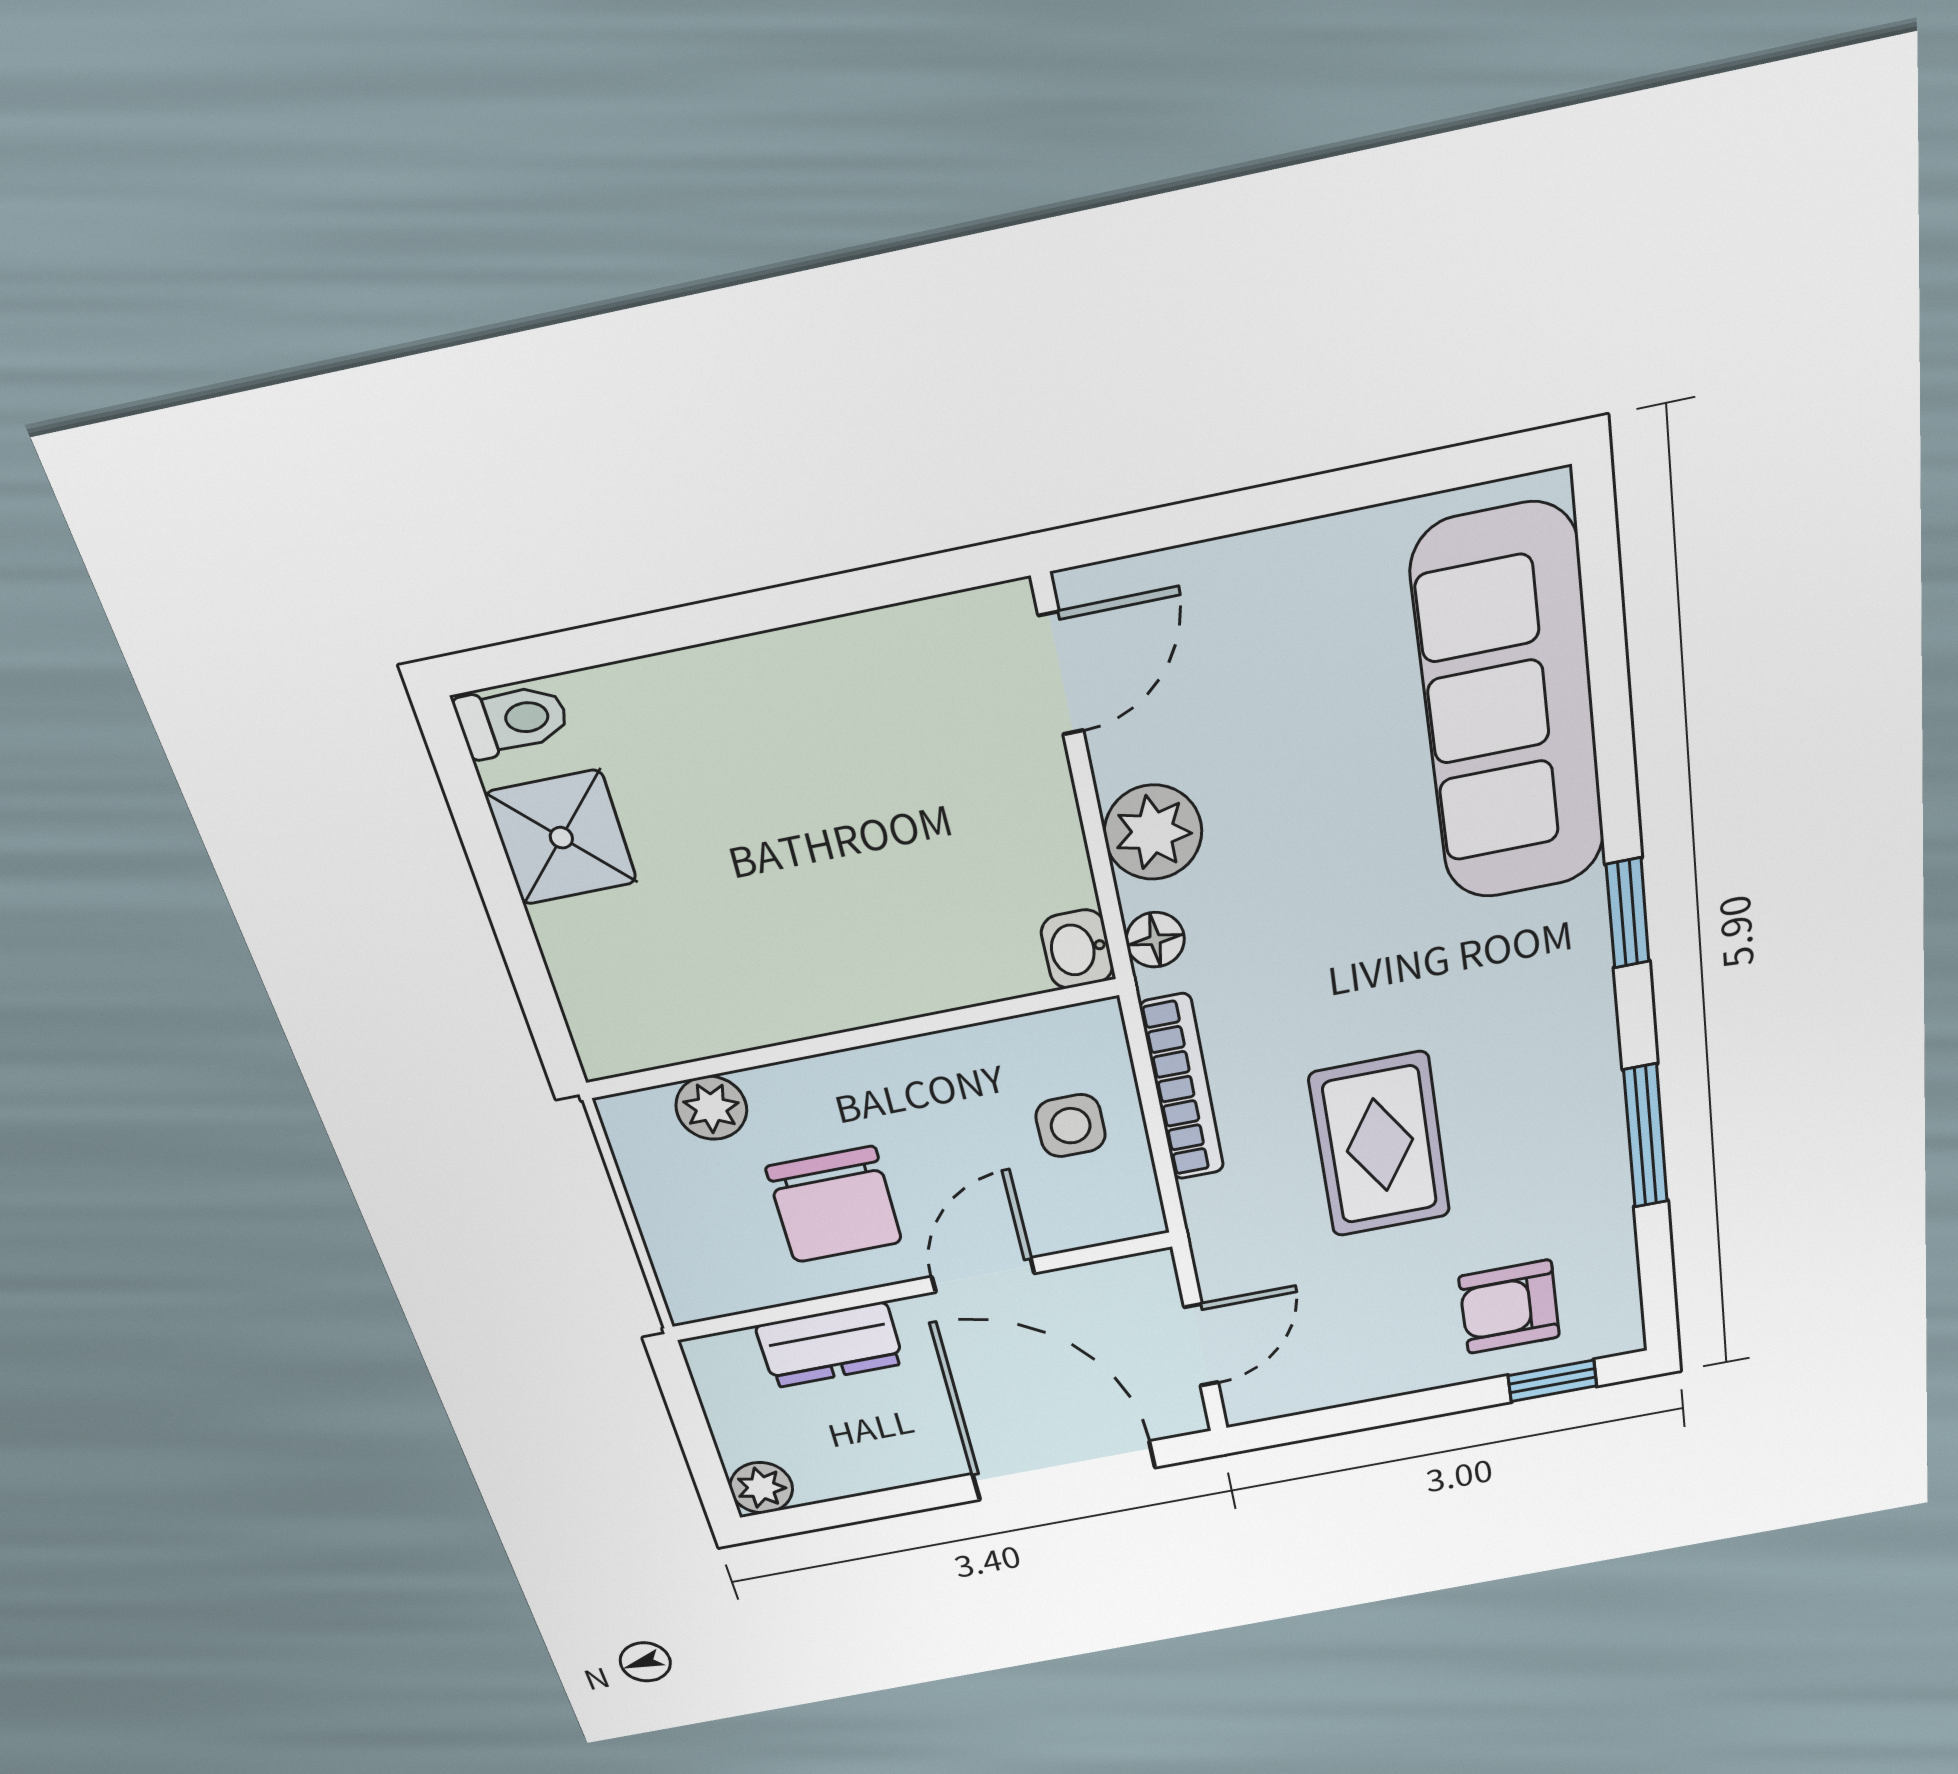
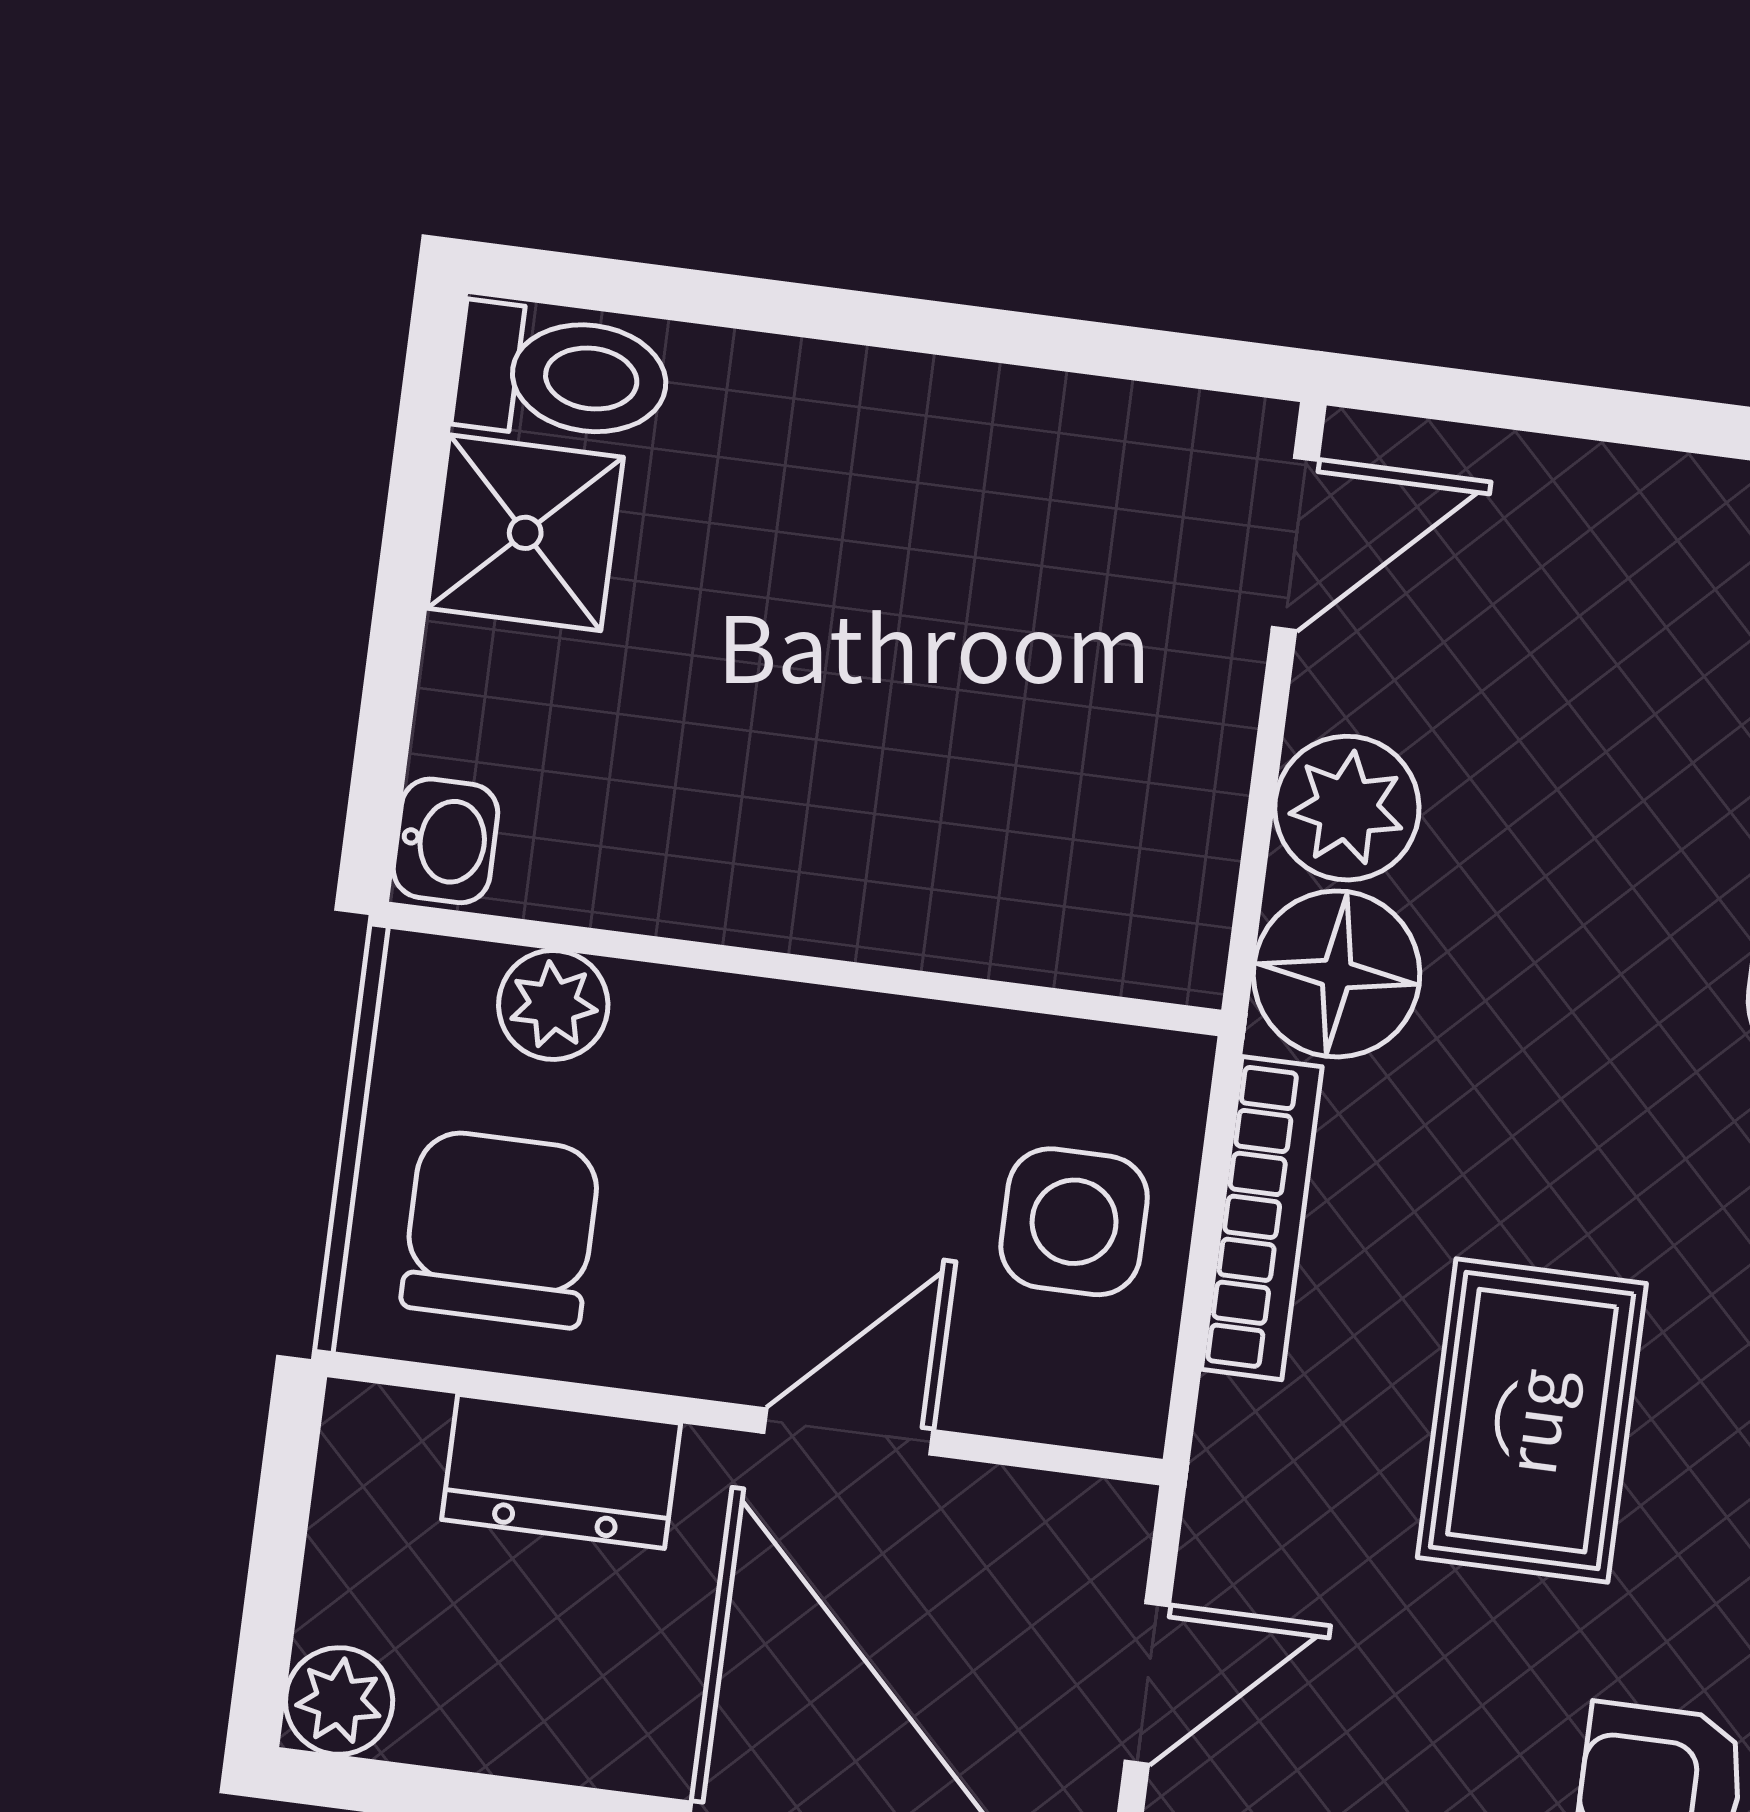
toilet: (512, 720) -> (562, 375), width x1.37, depth x1.39
floor lamp: (1155, 940) -> (1337, 974), width x1.89, depth x1.89
washbasin: (1077, 949) -> (446, 841), moved, turned 180
side table: (1071, 1126) -> (1074, 1222), width x1.37, depth x1.37
chair: (834, 1205) -> (501, 1229), moved, turned 180

